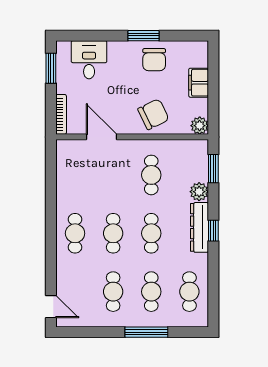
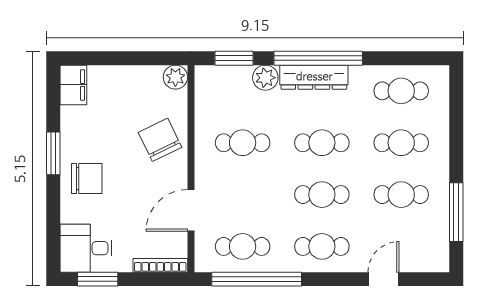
desk: (89, 60) -> (86, 248), moved
chair: (154, 60) -> (87, 178), moved
filing cabinet: (199, 83) -> (73, 85), moved, turned -90
cafe table: (75, 175) -> (243, 246), added
window: (51, 185) -> (257, 279), added
window: (213, 231) -> (318, 58), width x3.17
door: (51, 307) -> (383, 279), moved
window: (146, 332) -> (456, 212), moved

